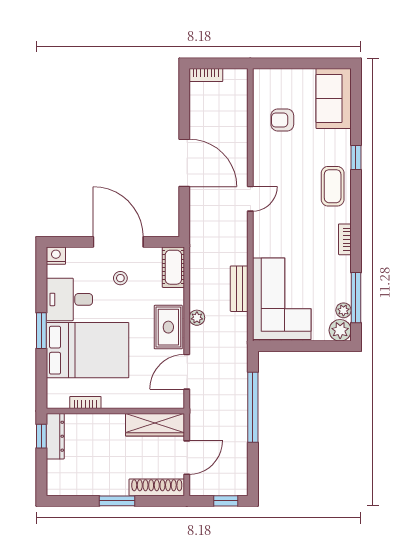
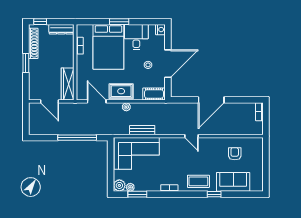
sofa: (334, 98) -> (233, 182), moved
window: (356, 298) -> (137, 194), width x0.69
window: (41, 436) -> (40, 22), moved
shoe rack: (157, 487) -> (33, 43), moved
window: (226, 501) -> (26, 123), removed

